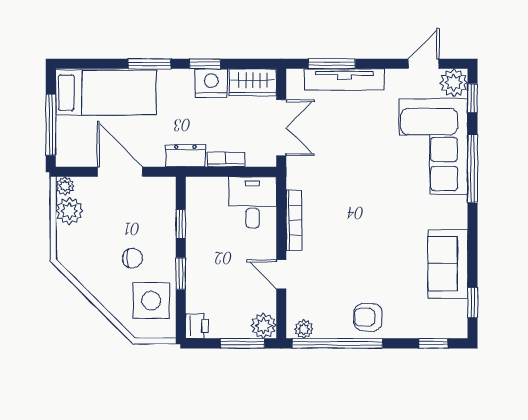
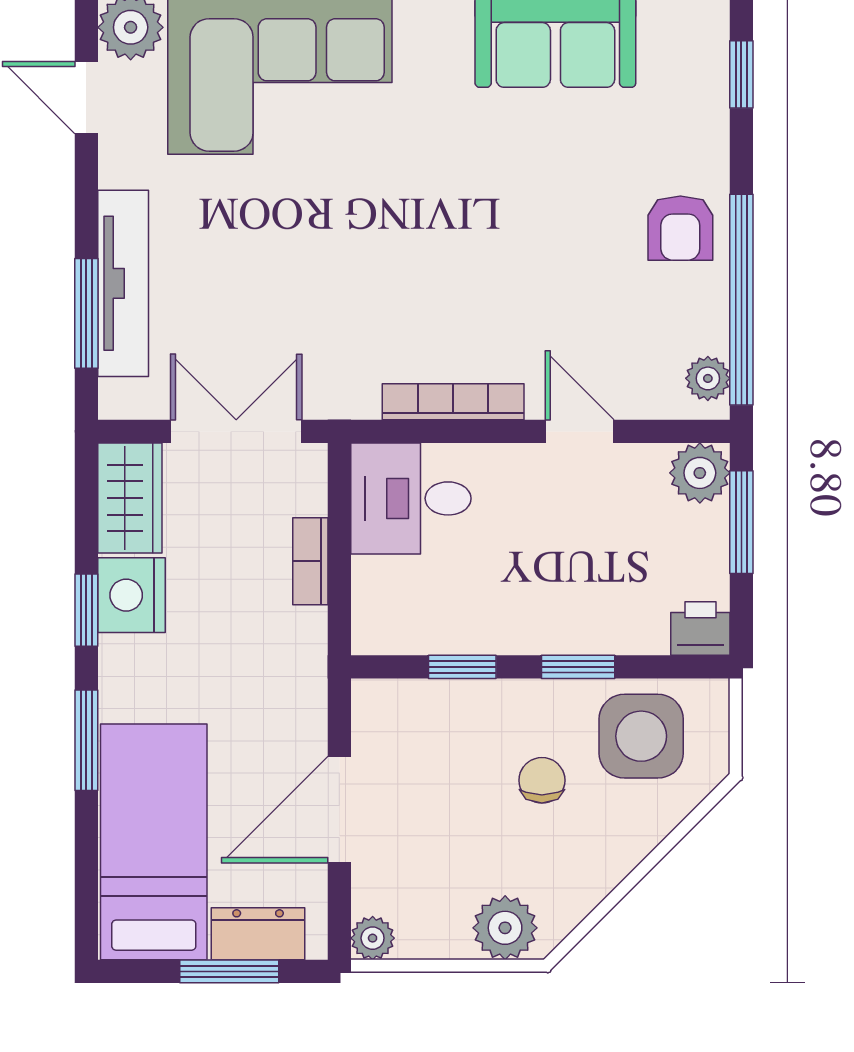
window: (51, 125) -> (229, 971), width x0.69
dresser: (185, 156) -> (258, 934), moved, turned 90
plant: (69, 211) -> (505, 928), moved
door: (281, 274) -> (580, 431), swing flipped

